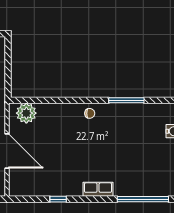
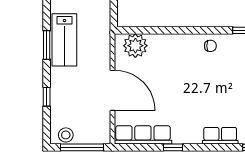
row of seats: (33, 189) -> (143, 135), added

